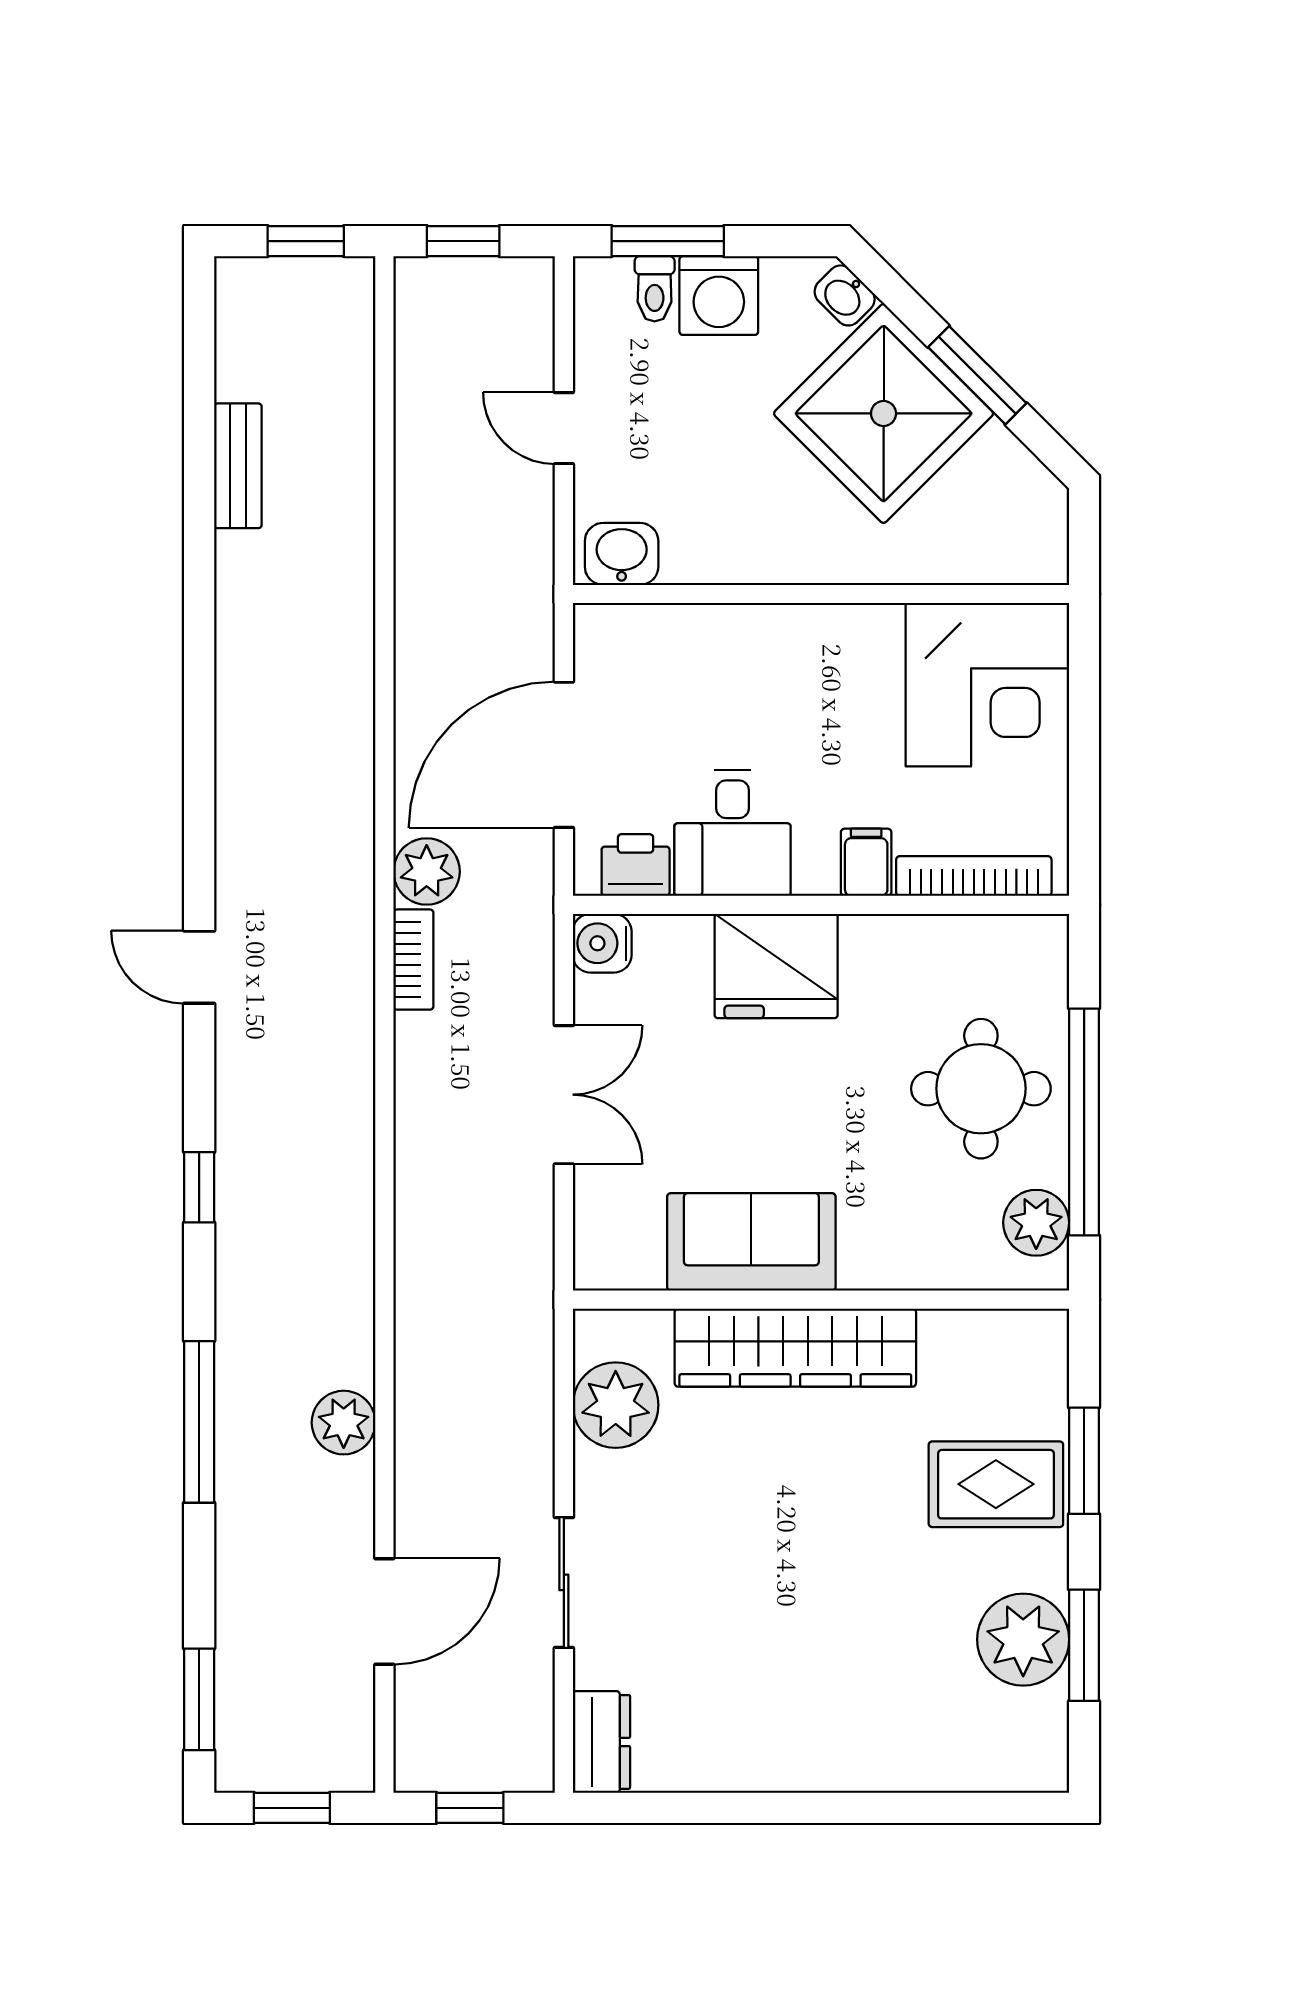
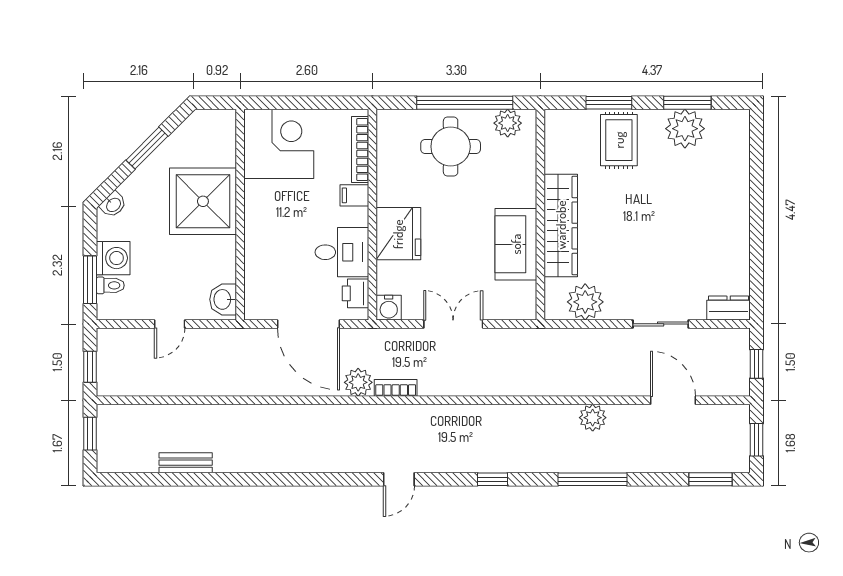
shower: (884, 413) -> (203, 201), moved, turned 45

